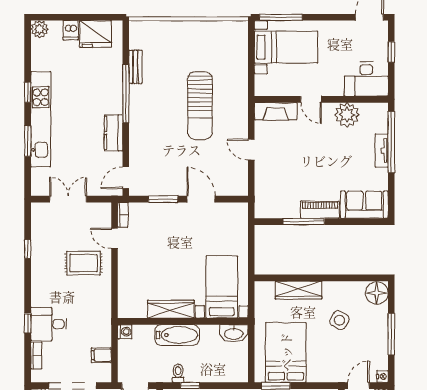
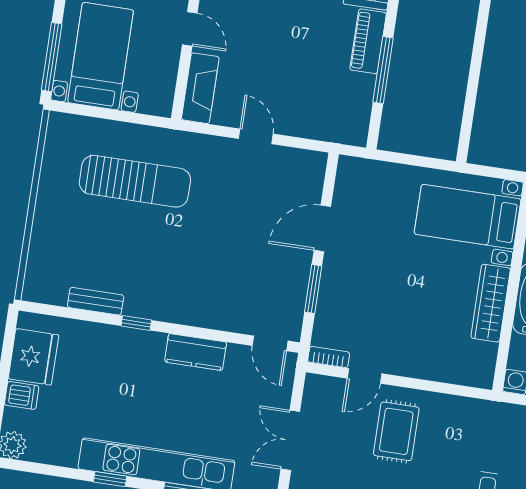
window: (126, 94) -> (136, 323), width x0.32
door: (311, 99) -> (190, 29), hinge flipped
sun lounger: (200, 106) -> (135, 181), moved
door: (251, 150) -> (256, 136), swing flipped
wardrobe: (299, 290) -> (491, 95), removed

